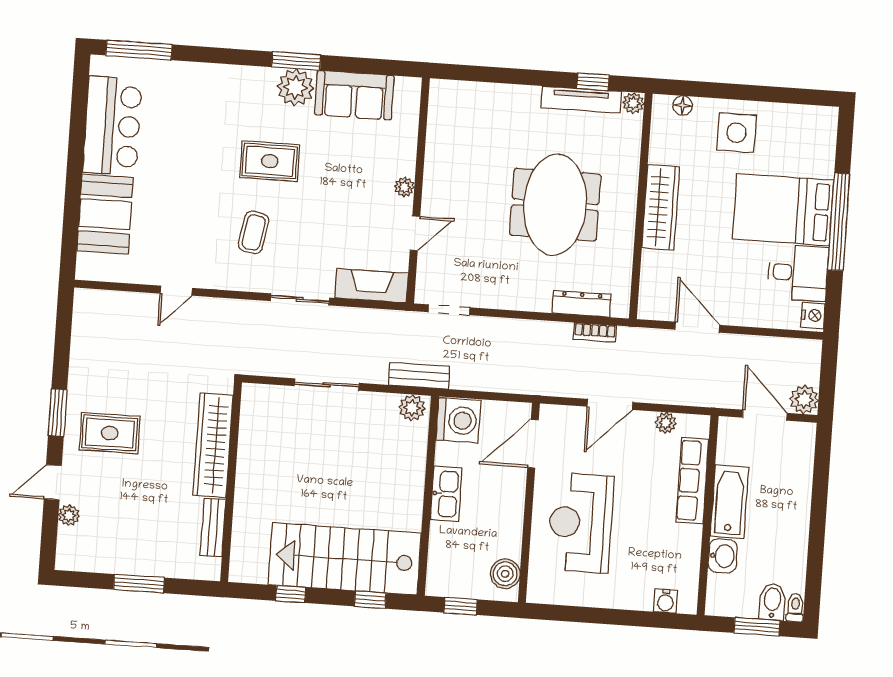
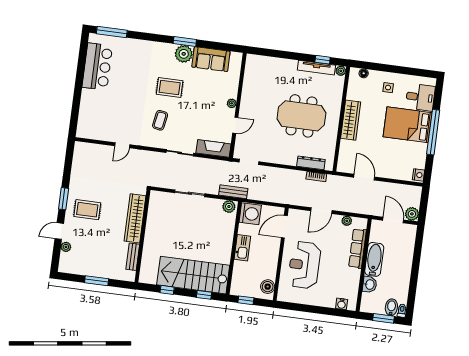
side table: (737, 133) -> (388, 88), width x0.54, depth x0.54
meeting table: (555, 205) -> (301, 116), turned 90
booth: (105, 214) -> (91, 108), removed
desk: (798, 273) -> (420, 97), moved

